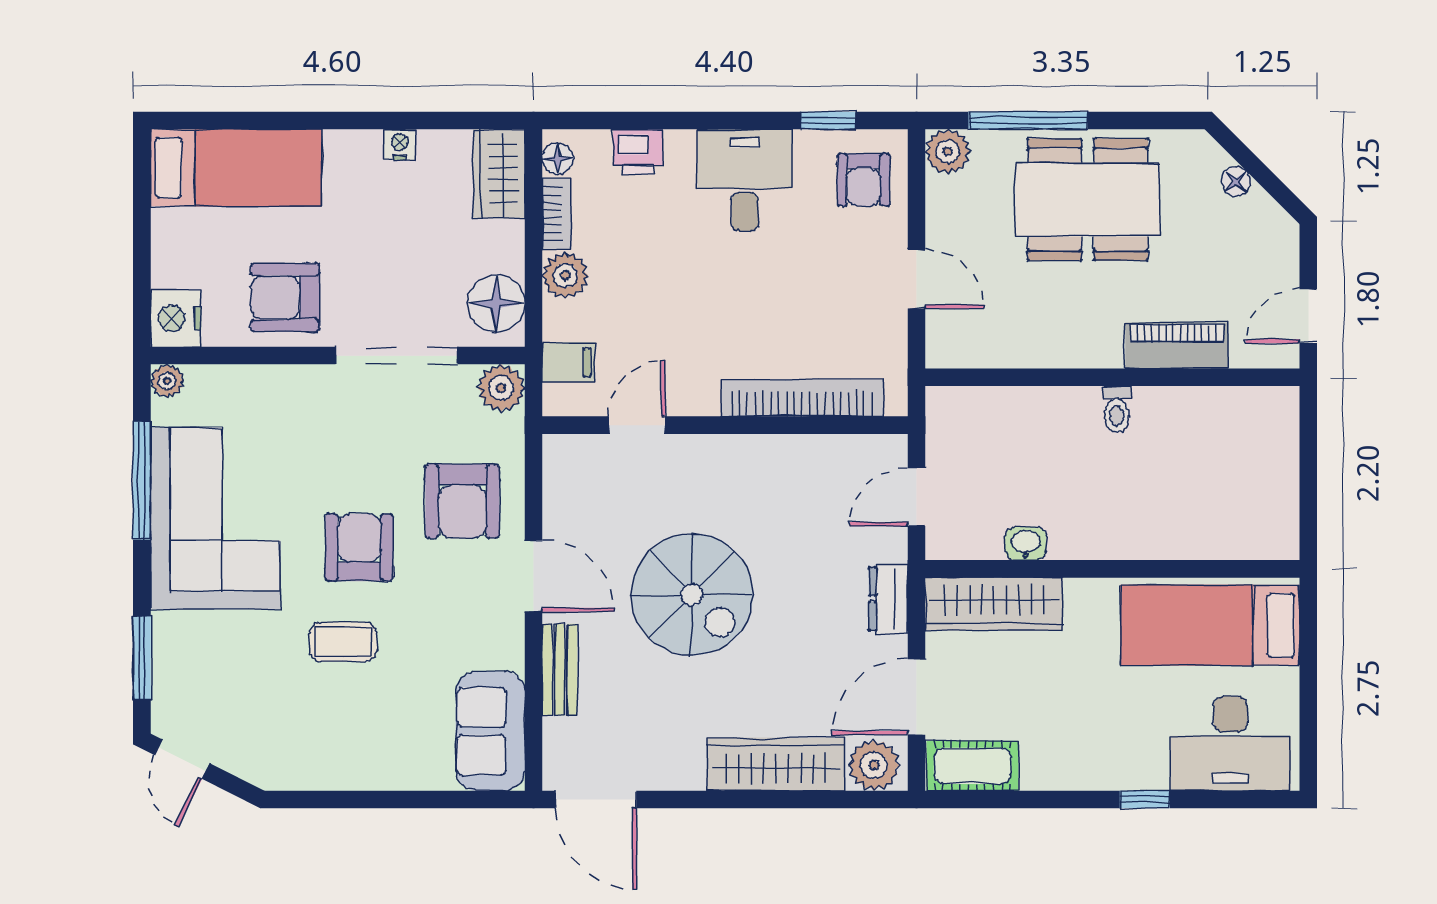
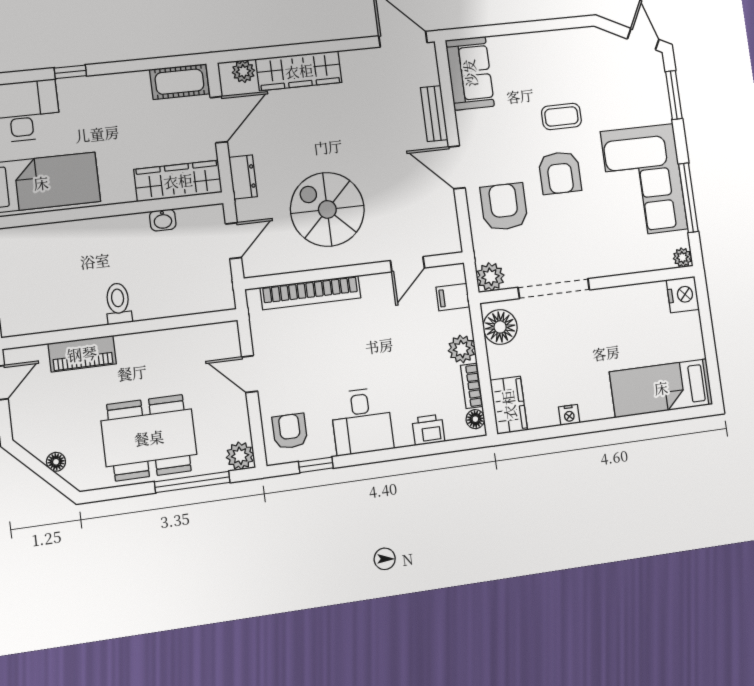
armchair: (285, 297) -> (623, 315), removed
toilet: (1117, 409) -> (118, 304), width x1.37, depth x1.39
spiral stairs: (692, 595) -> (327, 209), moved
plant: (874, 765) -> (243, 71), width x0.73, depth x0.73

